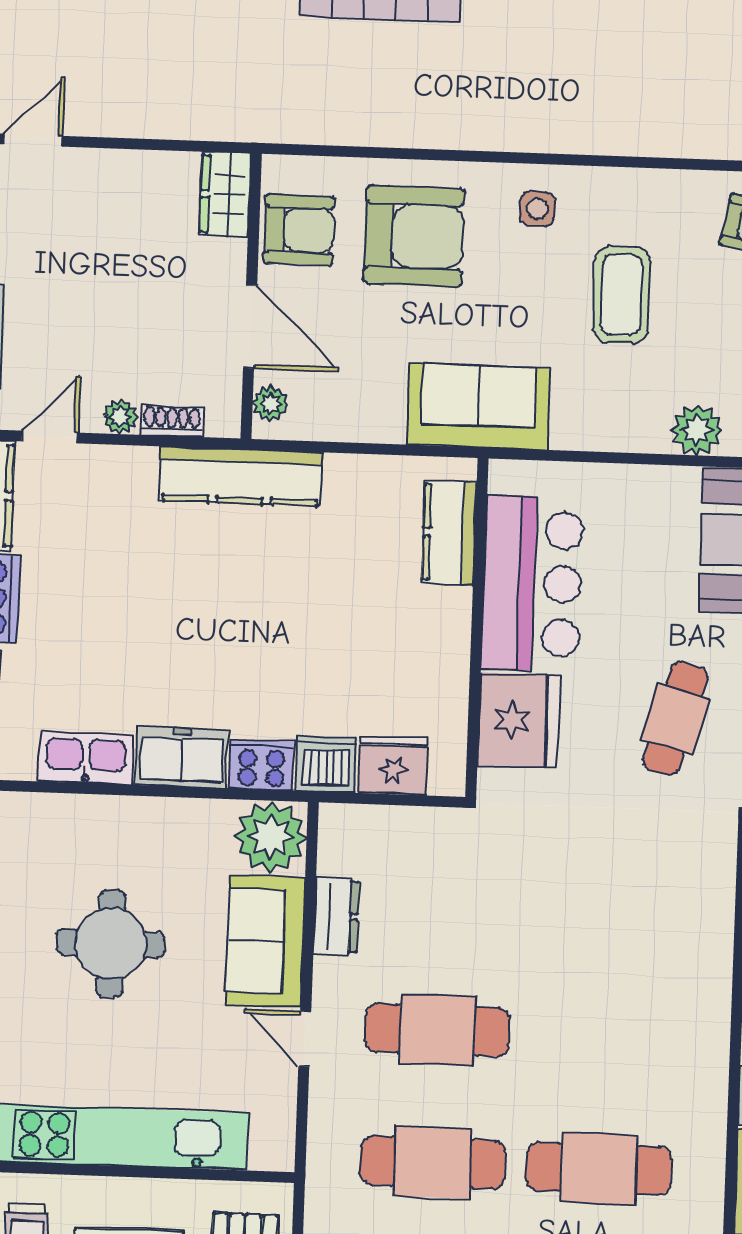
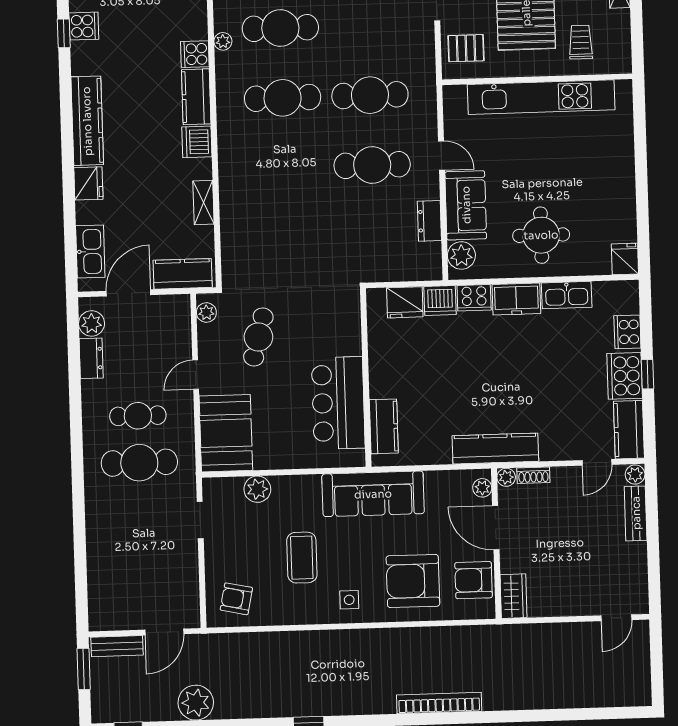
sofa: (478, 406) -> (373, 494), width x1.36
plant: (120, 417) -> (506, 477), moved
fridge: (518, 720) -> (341, 330), removed
plant: (271, 837) -> (461, 255), width x0.73, depth x0.73
round table: (111, 943) -> (541, 235), moved

